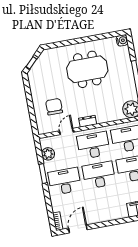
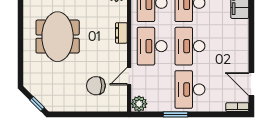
dresser: (88, 121) -> (121, 33), moved
door: (66, 131) -> (129, 76), hinge flipped
plant: (48, 154) -> (139, 104), moved

